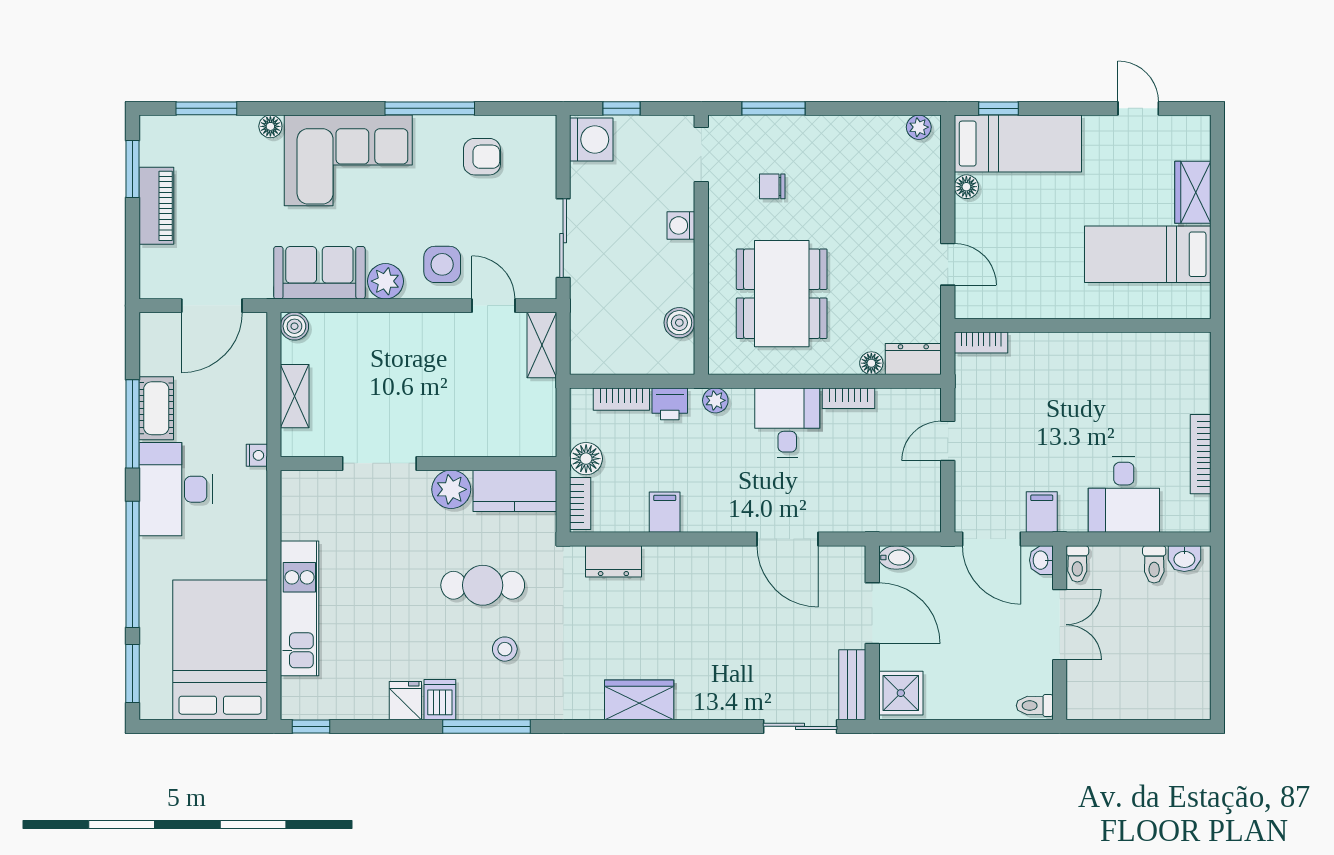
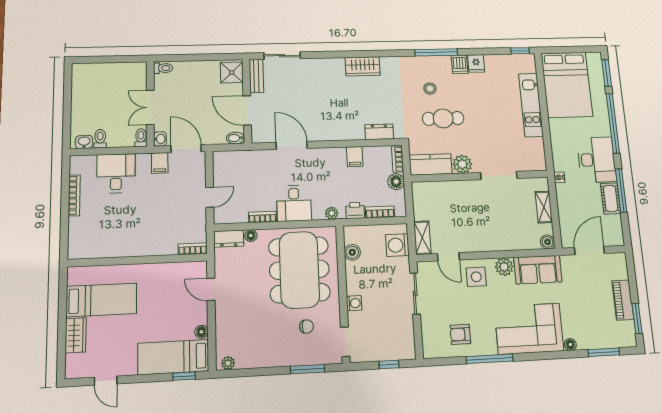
washing machine: (591, 139) -> (397, 245), moved
dining table: (782, 294) -> (299, 270), width x1.36, depth x1.24

